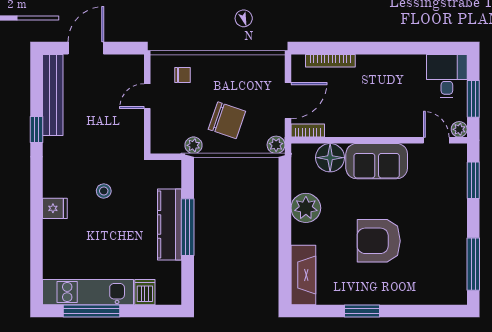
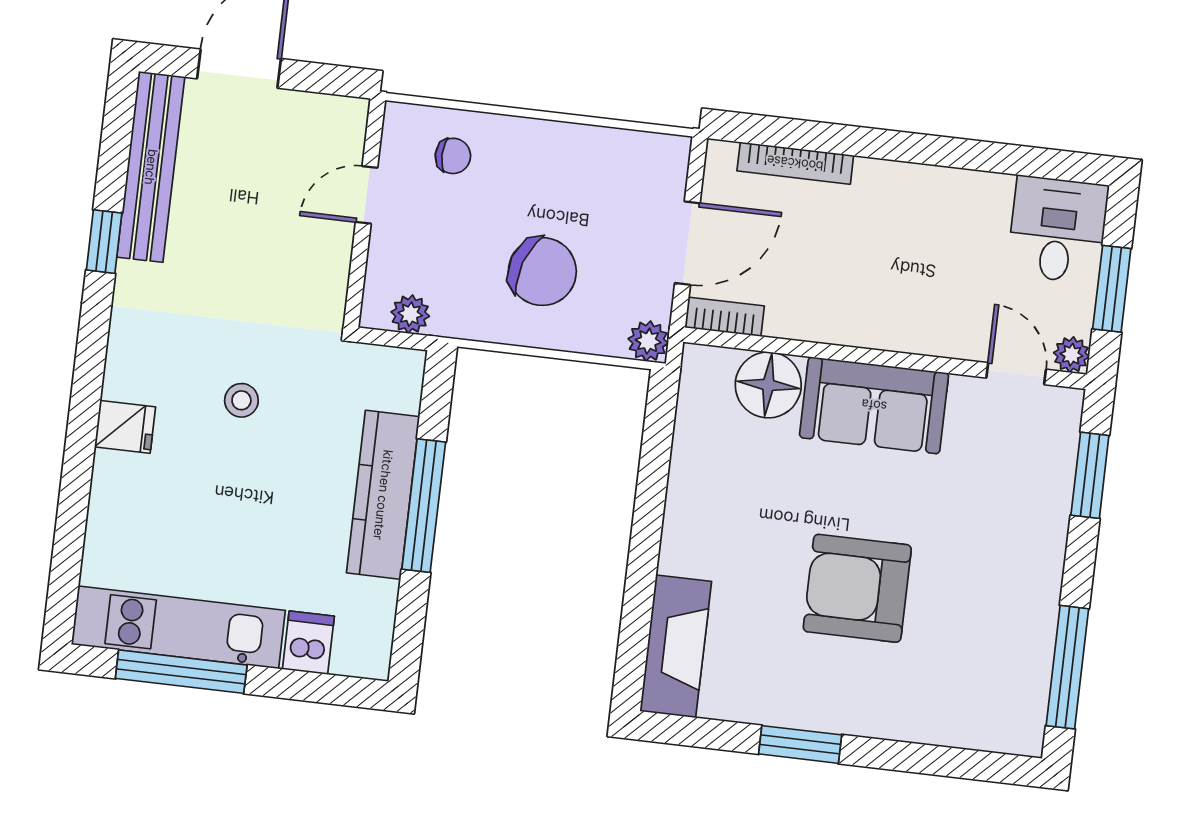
plant: (194, 145) -> (410, 314), moved
plant: (306, 208) -> (699, 493), removed

